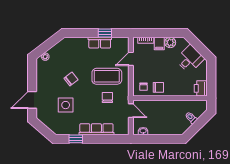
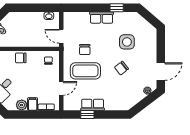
chair: (158, 87) -> (21, 58), moved
door: (32, 100) -> (161, 72), moved
row of seats: (96, 129) -> (102, 18), width x0.68

